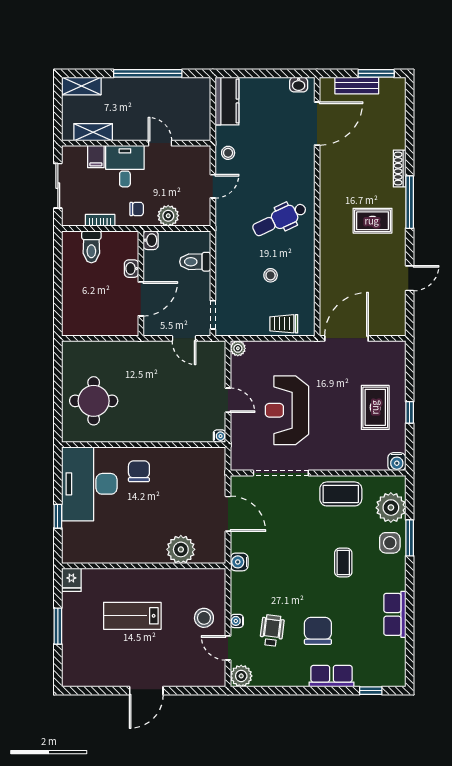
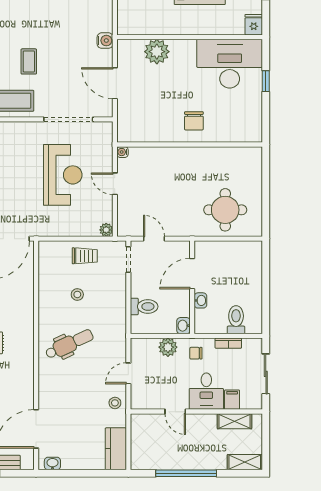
trolley: (284, 324) -> (85, 256), moved
round table: (94, 401) -> (225, 210), moved
desk: (89, 484) -> (230, 64), moved, turned -90
coffee table: (343, 563) -> (29, 61), moved

